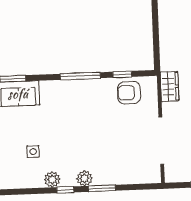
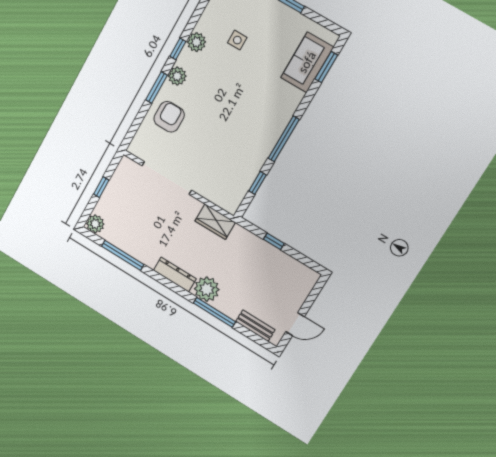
window: (156, 37) -> (274, 241), added
armchair: (129, 93) -> (169, 117), moved

